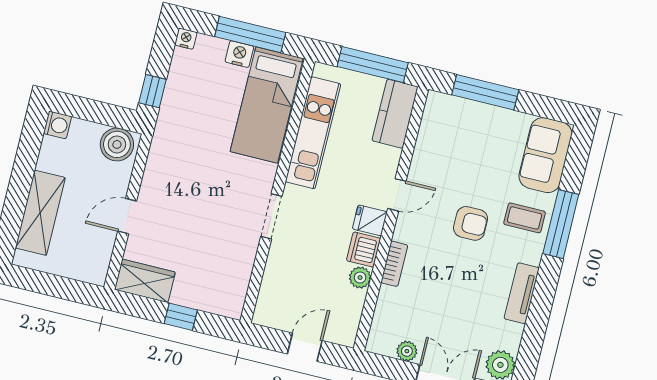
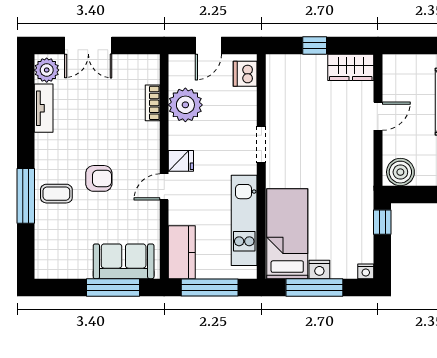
sofa: (545, 155) -> (124, 261), moved, turned -90
armchair: (471, 223) -> (99, 178), turned 180
dishwasher: (364, 250) -> (245, 74), moved, turned 180
bookcase: (394, 264) -> (153, 103), moved
plant: (360, 278) -> (185, 105), width x1.88, depth x1.88
tv unit: (522, 293) -> (44, 108), moved
plant: (407, 351) -> (125, 63), removed

